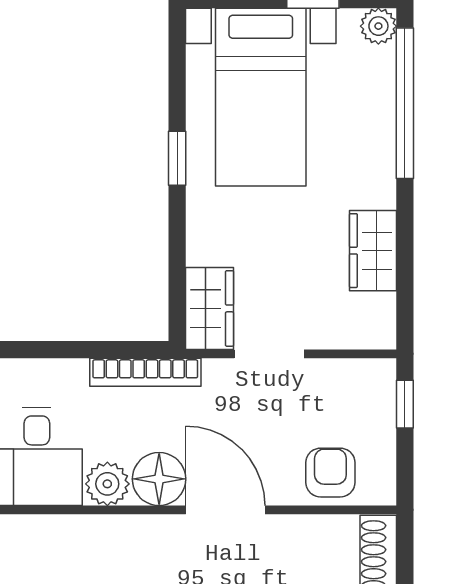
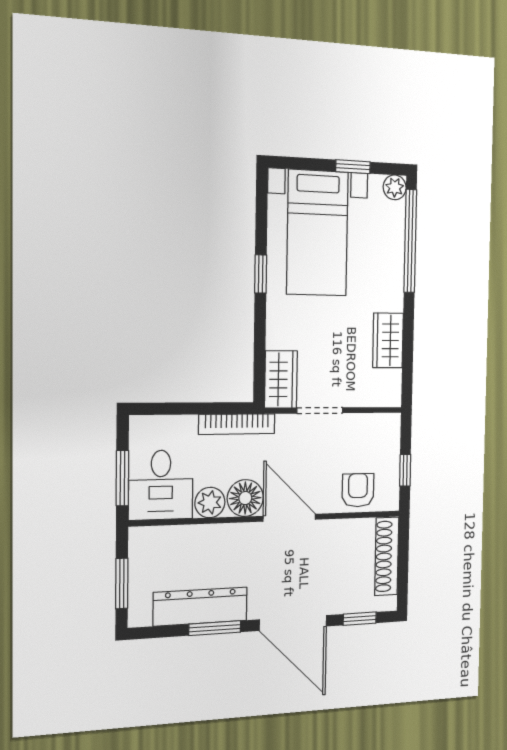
window: (405, 404) -> (405, 470), moved

